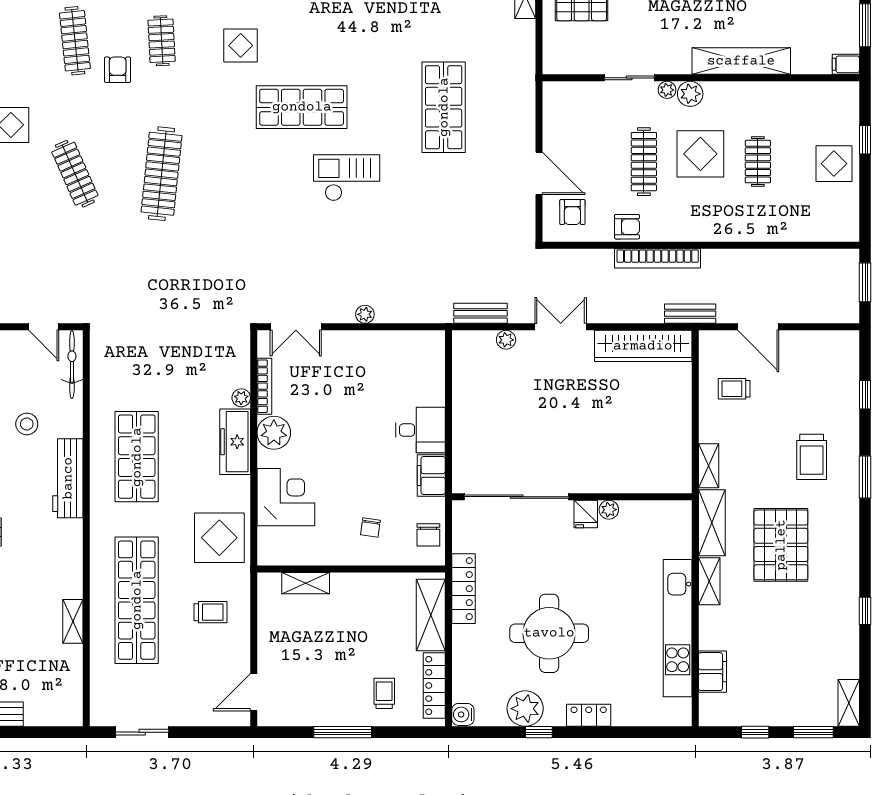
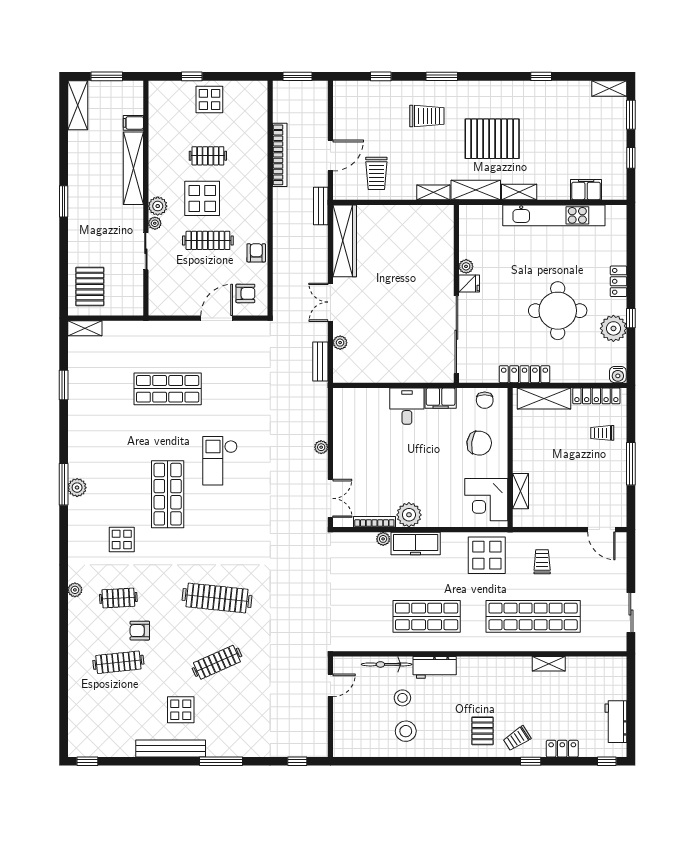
filing cabinet: (846, 64) -> (133, 123), moved, turned 90
bookcase: (658, 258) -> (280, 155), moved
bicycle: (72, 364) -> (387, 664), moved
trolley: (734, 389) -> (376, 173), width x1.36, depth x1.39
workbench: (68, 478) -> (435, 667), width x0.73
corner desk: (286, 497) -> (486, 500), moved, turned -90
chair: (370, 527) -> (479, 443), width x1.87, depth x1.87
chair: (428, 535) -> (485, 400), turned 90

